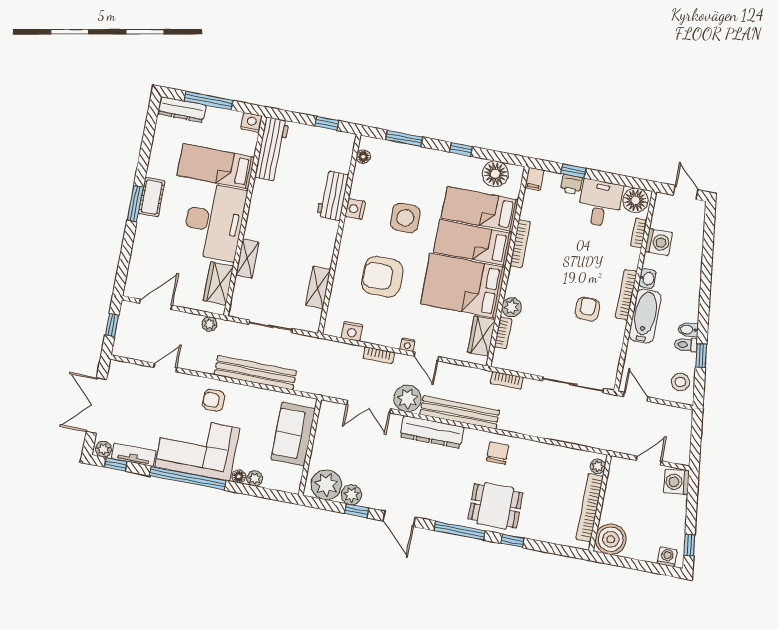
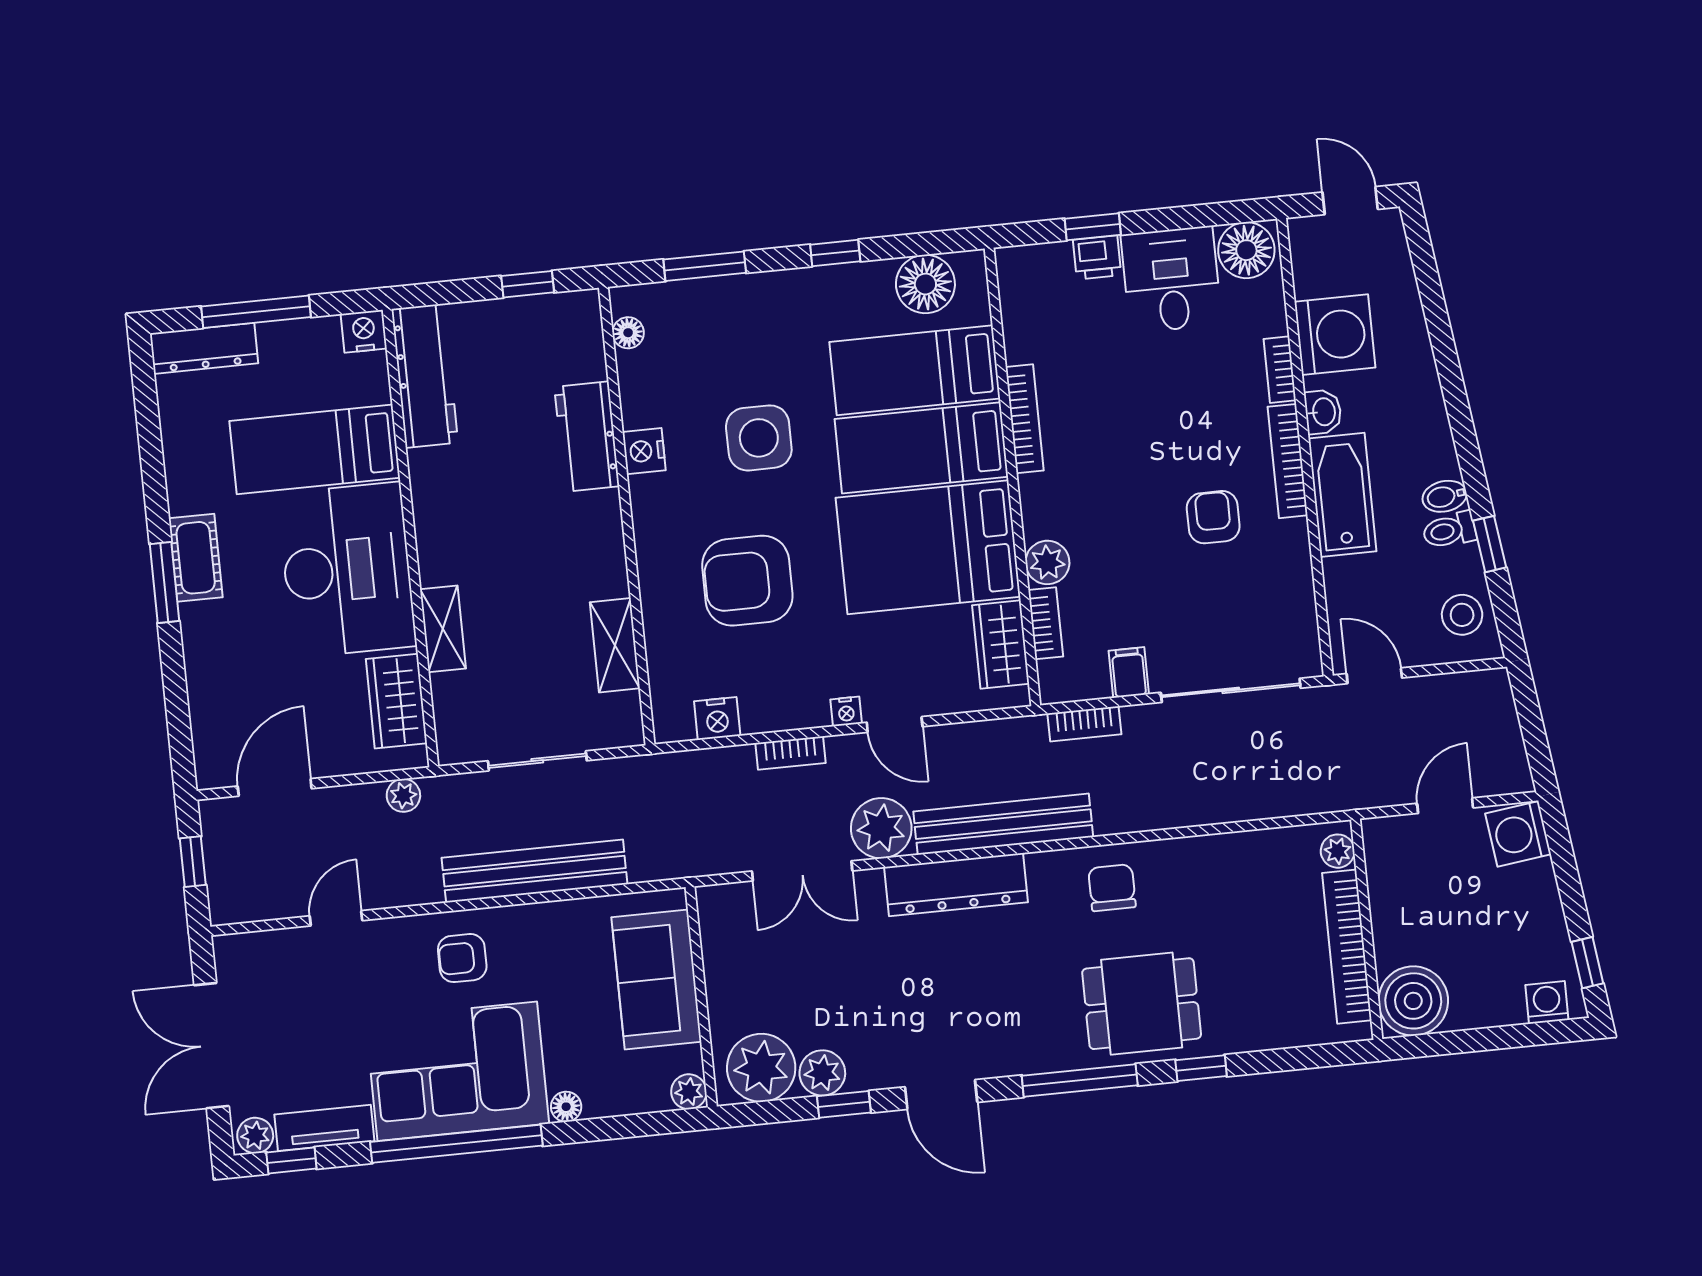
filing cabinet: (534, 179) -> (1129, 672), moved, turned 180
bookcase: (639, 233) -> (1280, 370), moved
washing machine: (659, 242) -> (1335, 335), width x1.37, depth x1.37
plant: (255, 478) -> (689, 1092), moved

